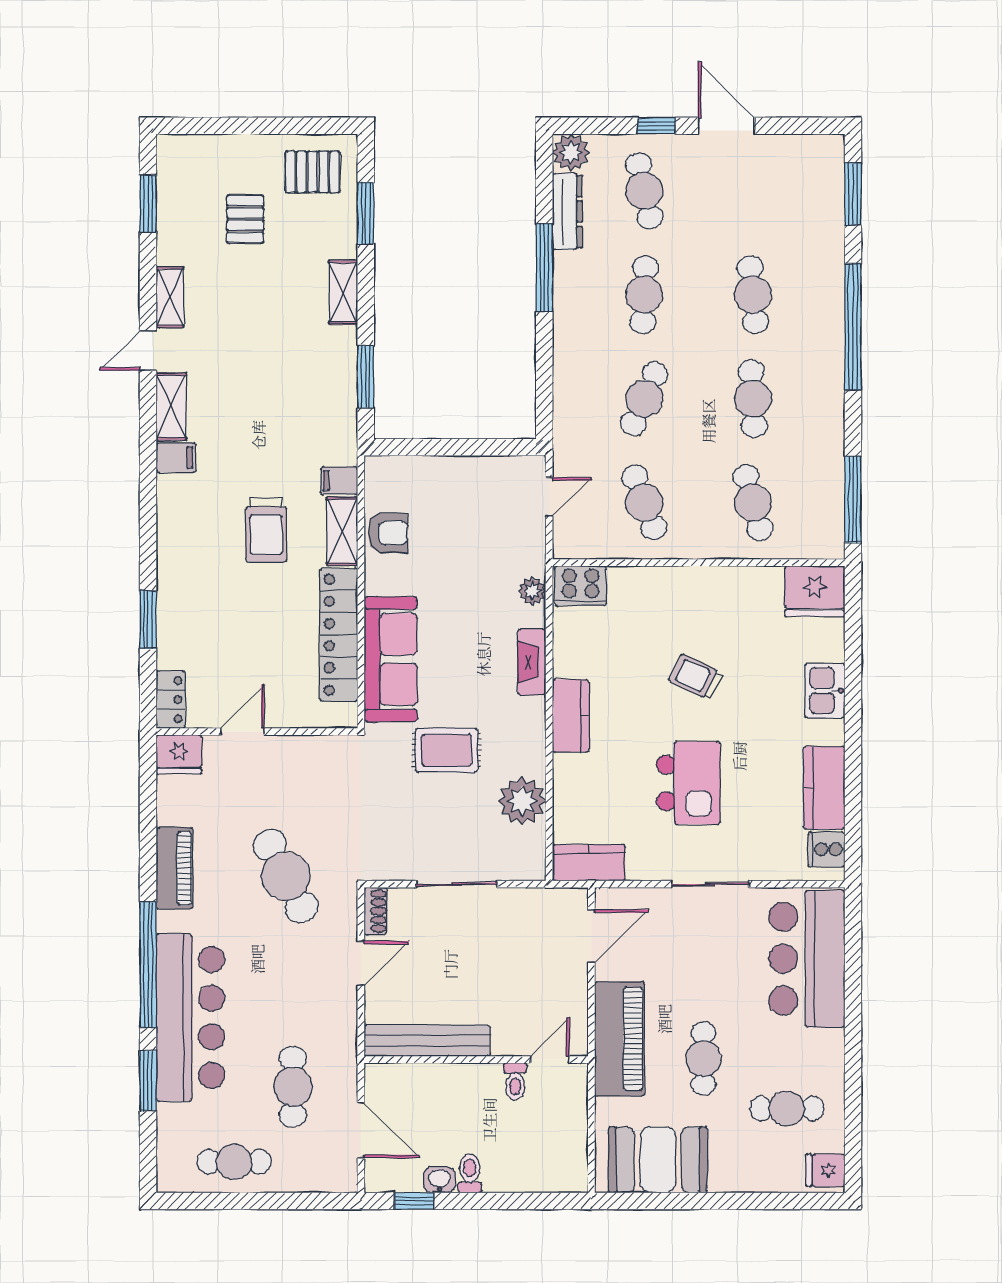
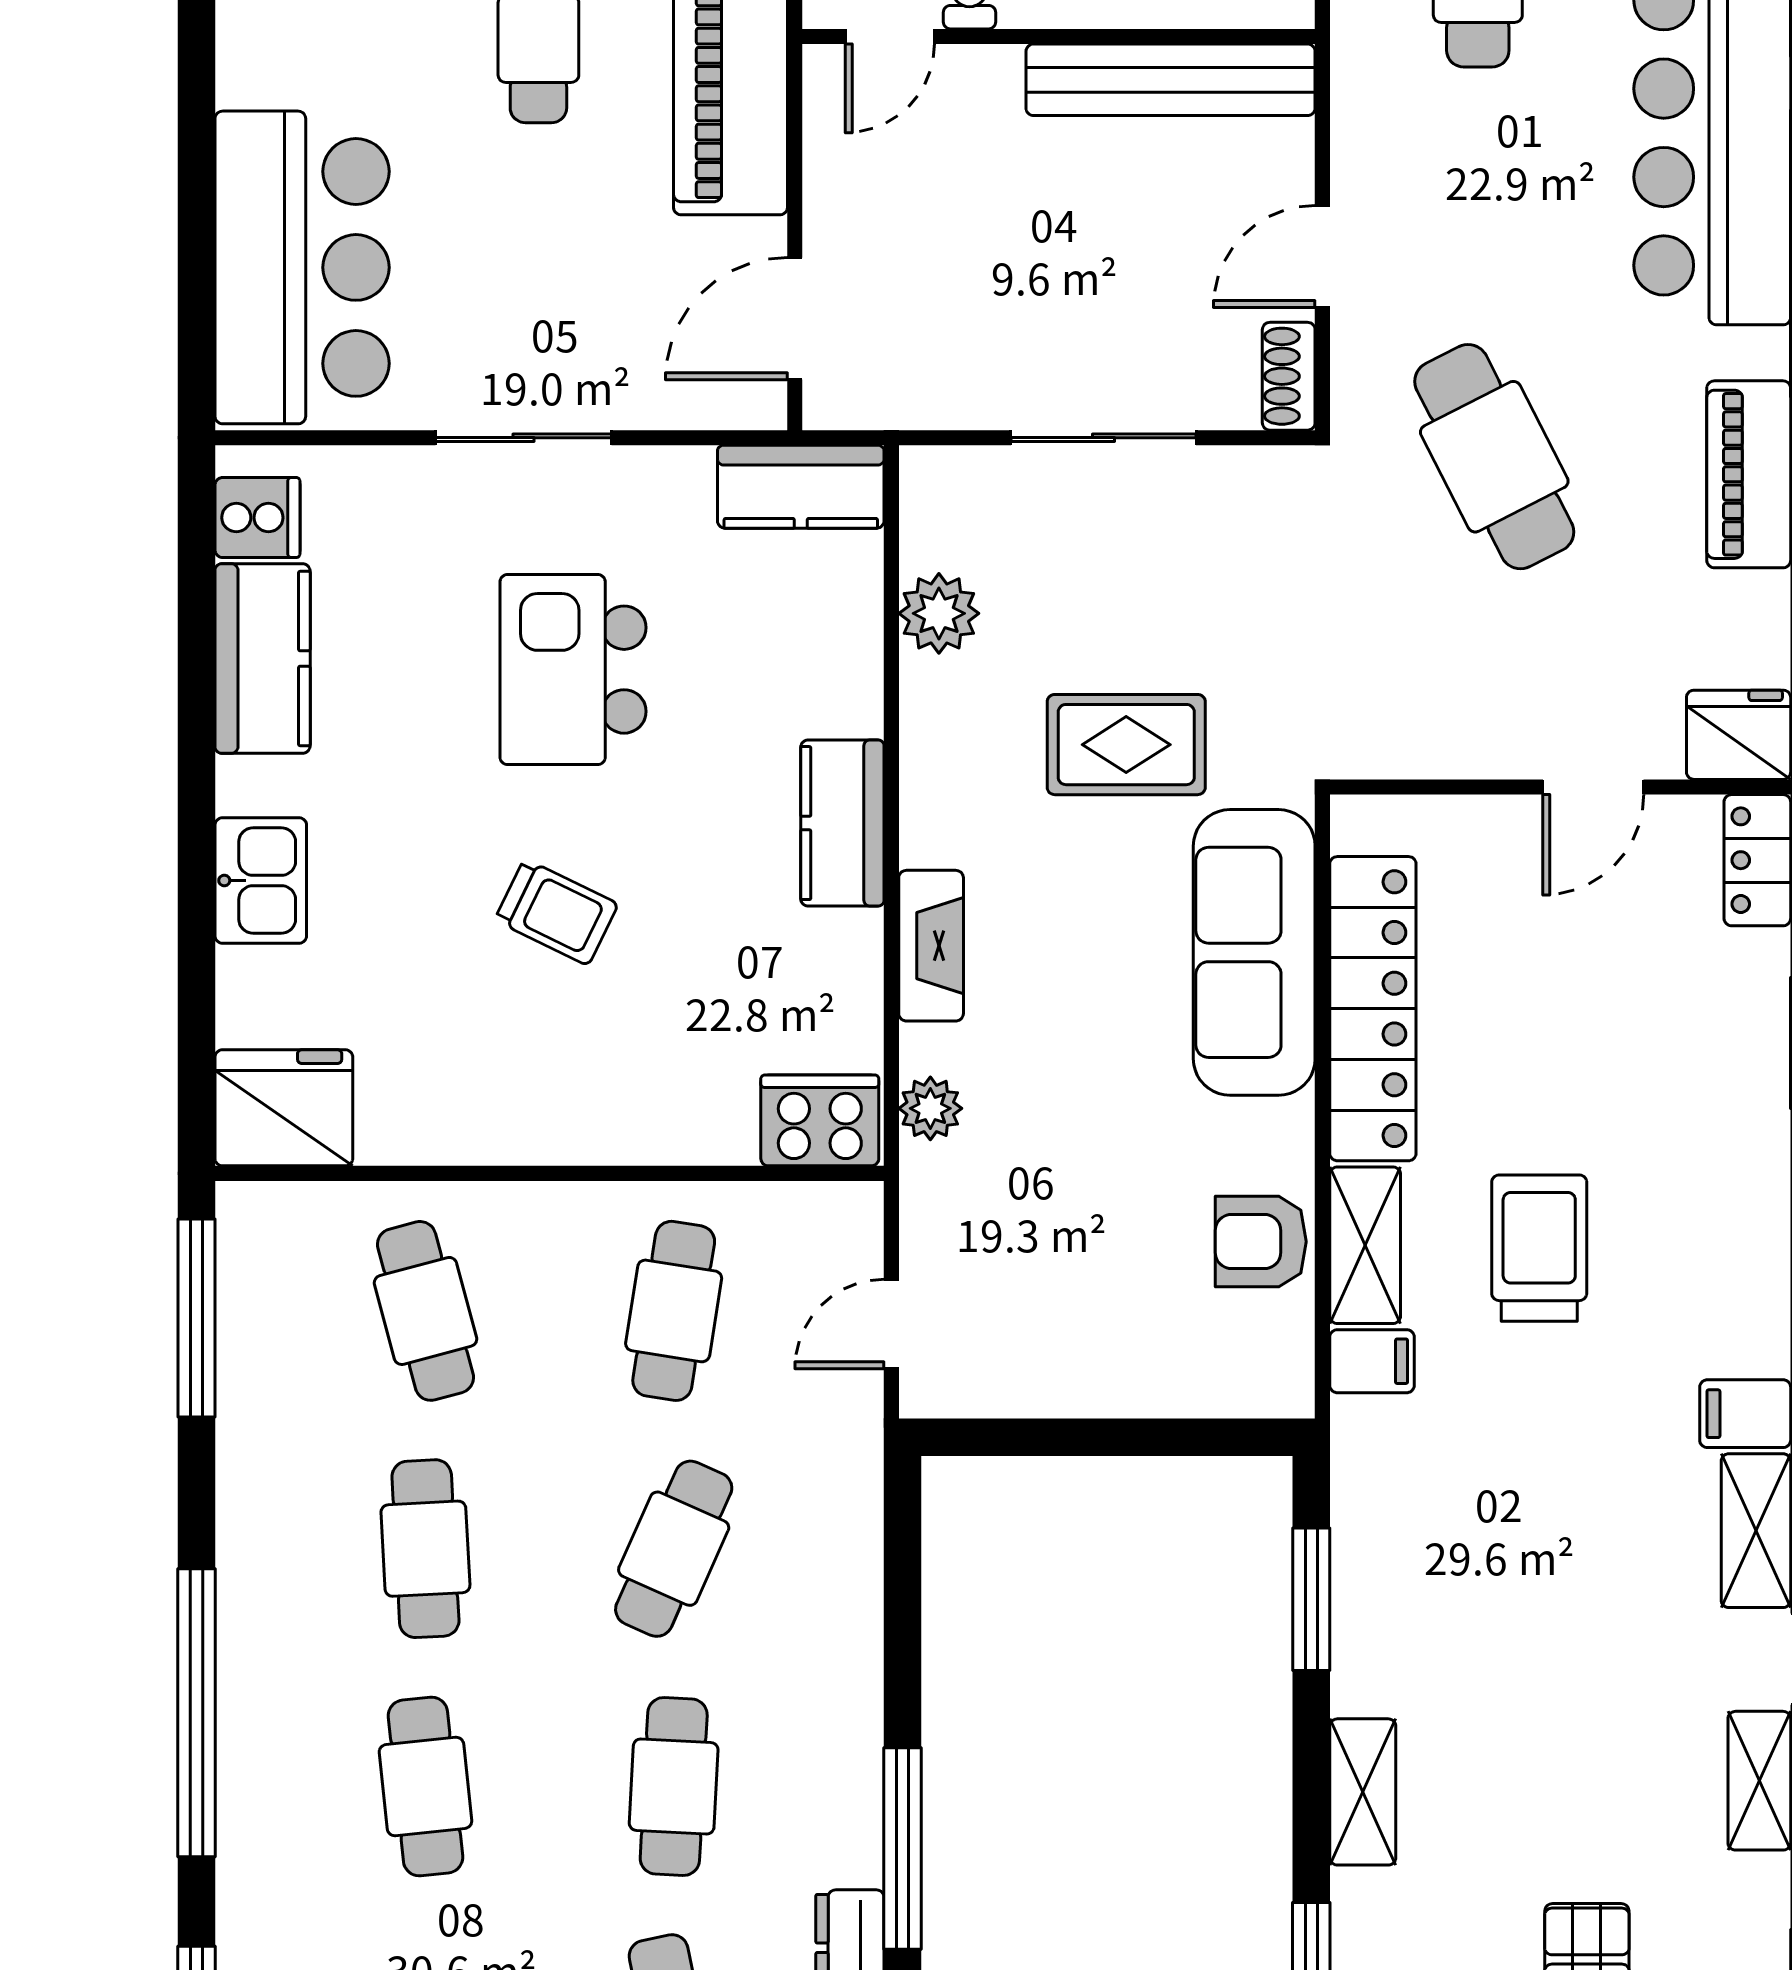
cafe table: (644, 503) -> (674, 1311), turned 30
plant: (522, 801) -> (939, 613), width x0.73, depth x0.73

